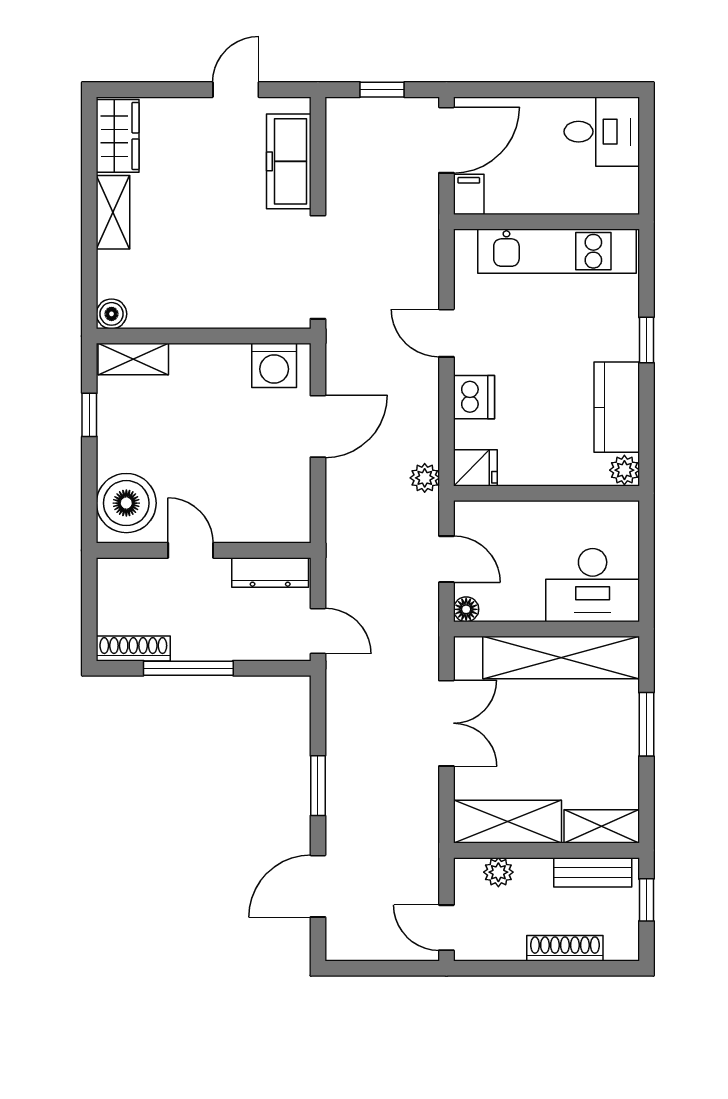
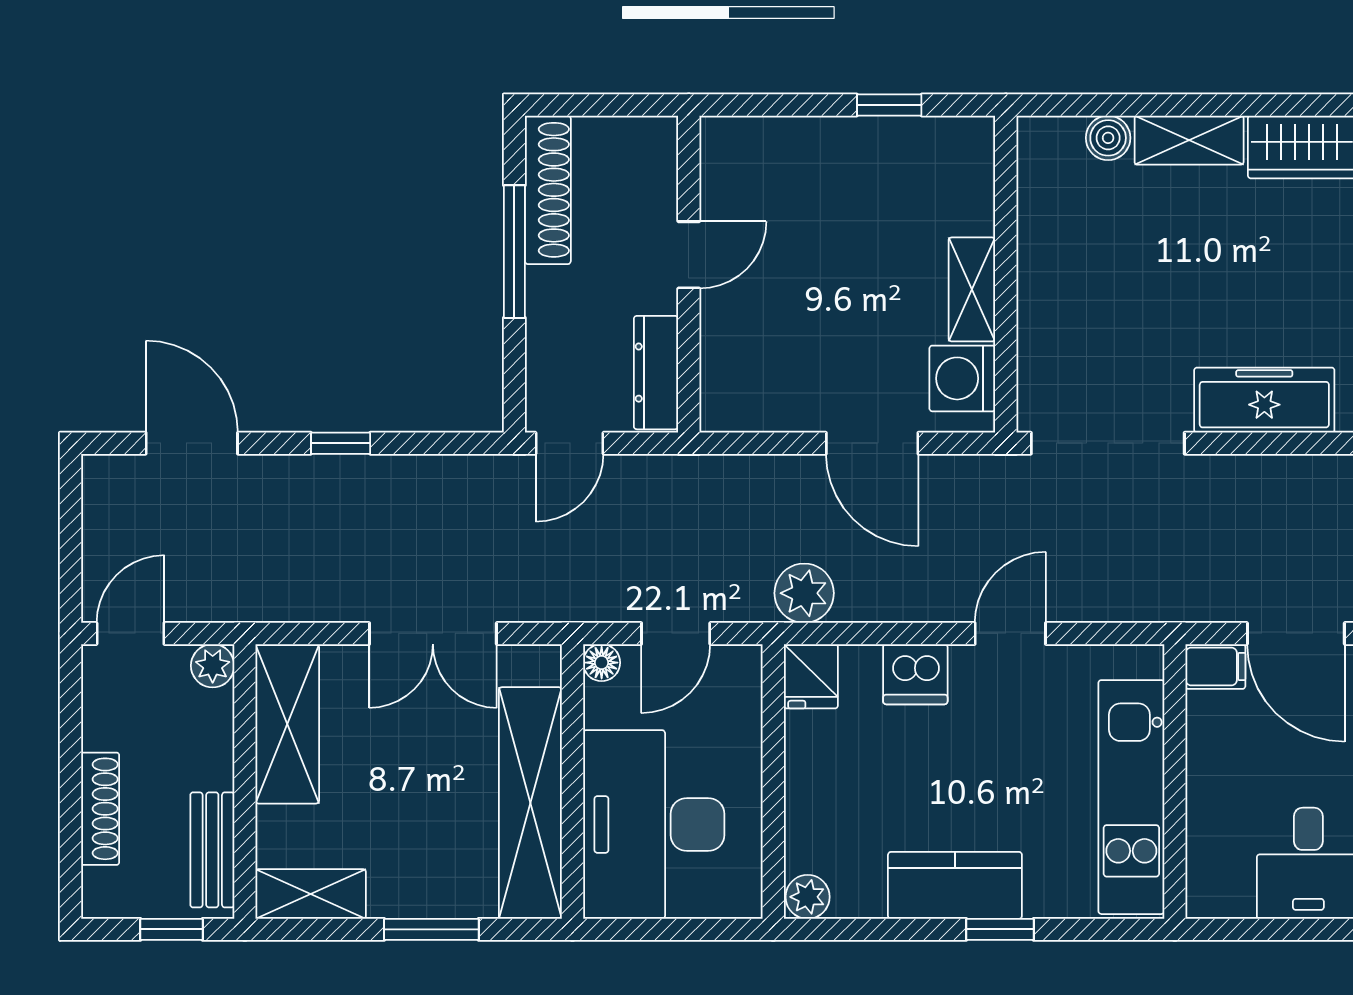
boiler: (112, 314) -> (1108, 138), moved
shelving: (133, 359) -> (972, 289), moved
kitchen counter: (617, 407) -> (955, 885), moved
plant: (425, 478) -> (804, 593), width x1.38, depth x1.38
boiler: (126, 503) -> (759, 160), removed
desk: (593, 585) -> (654, 824), width x1.36, depth x1.30
shoe rack: (133, 649) -> (548, 190), width x1.36, depth x1.24
window: (318, 786) -> (341, 443), width x0.67
shelving: (602, 826) -> (311, 894), moved, turned 90
plant: (498, 872) -> (213, 666), moved

